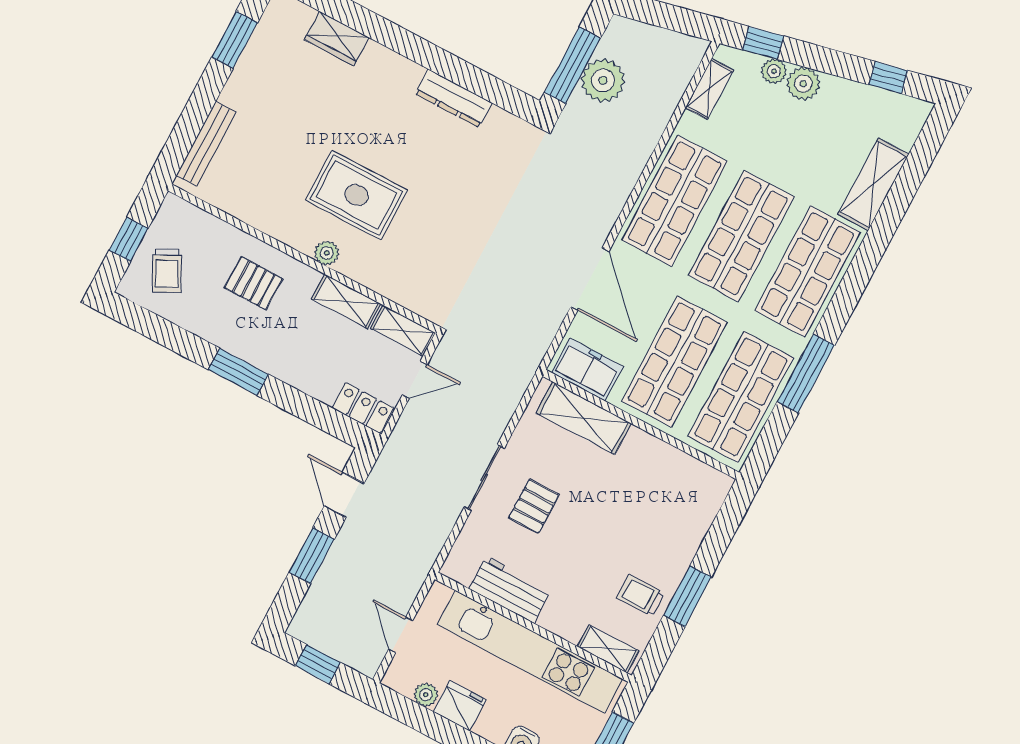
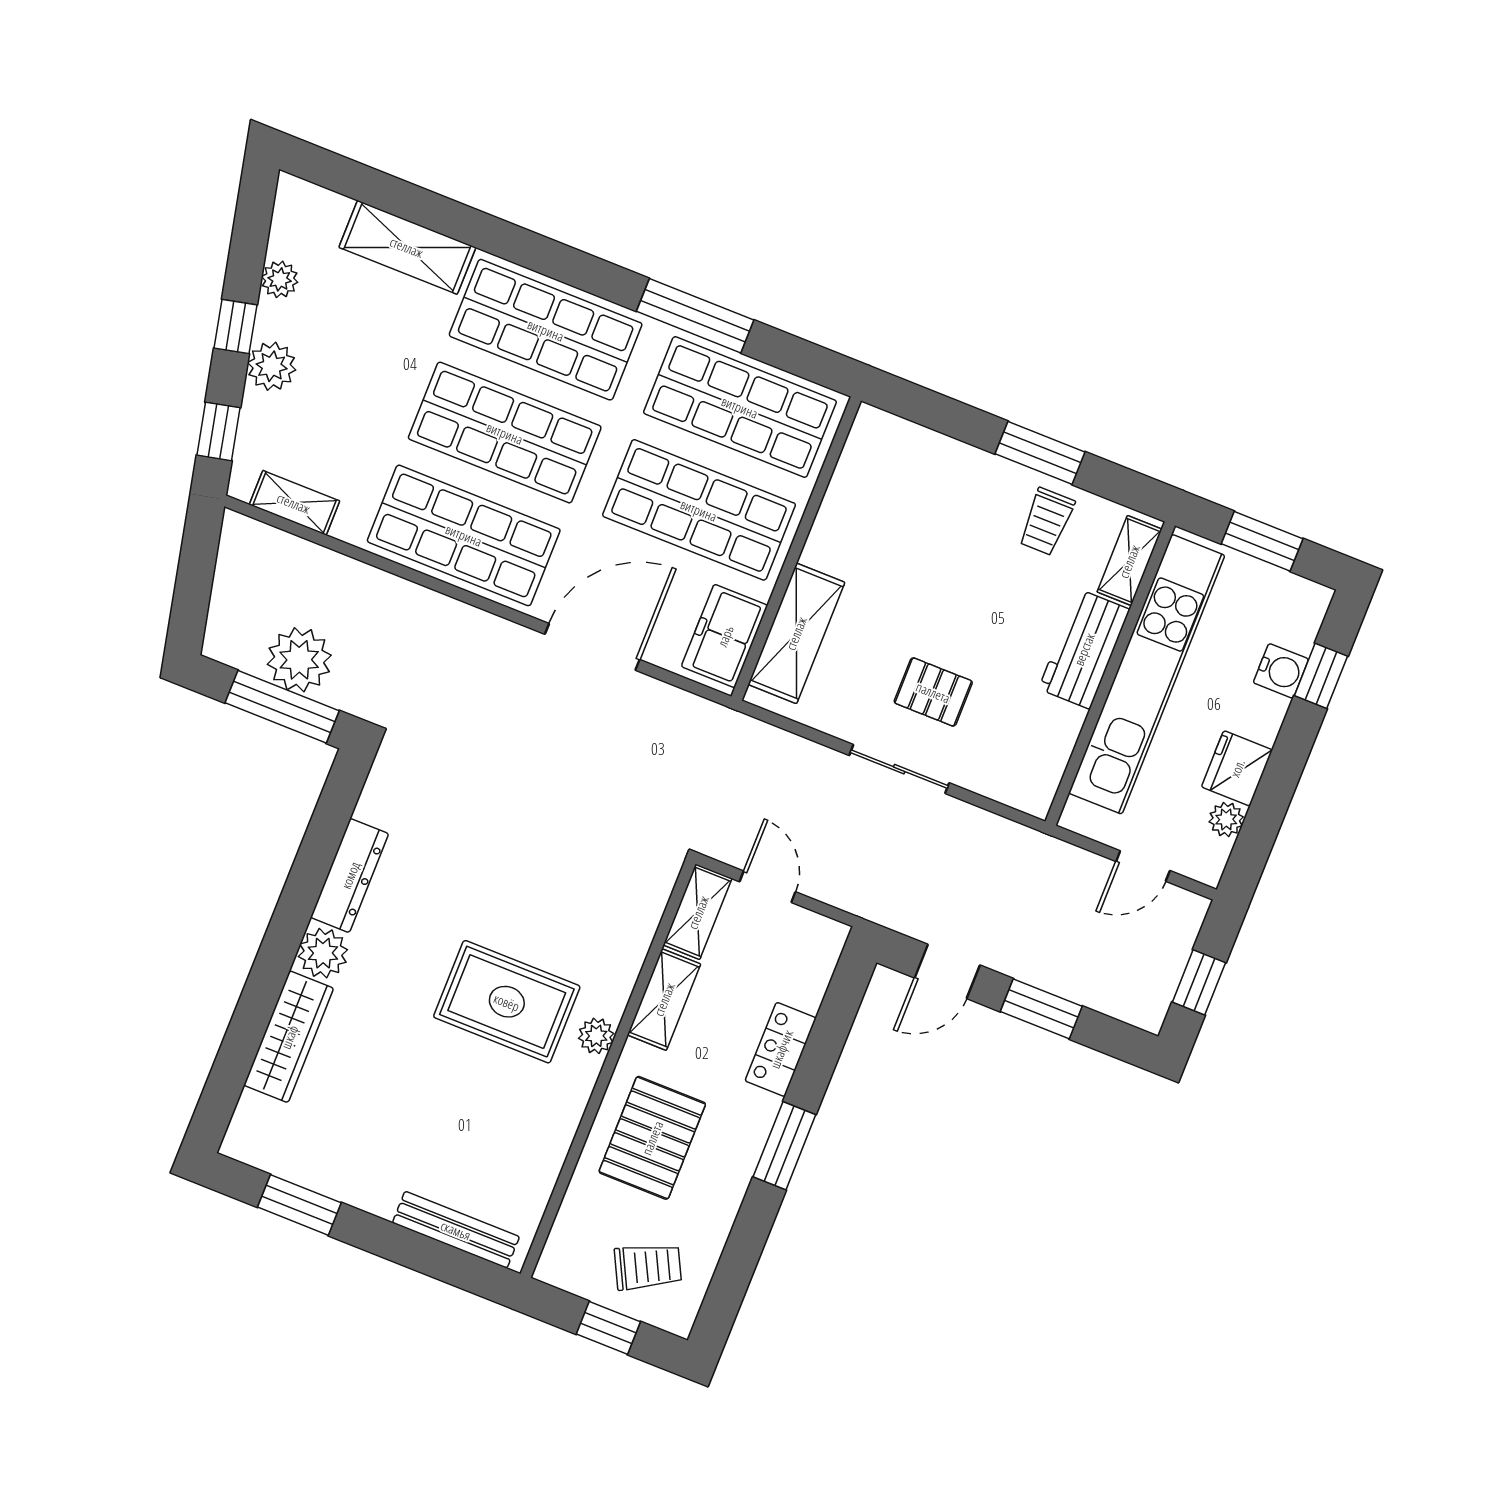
wardrobe: (337, 39) -> (289, 1037), width x1.50
plant: (774, 71) -> (280, 279), moved
plant: (403, 75) -> (323, 953), added
window: (888, 78) -> (236, 327), moved
rug: (356, 195) -> (507, 1002), turned 90
pallet: (254, 283) -> (652, 1138), width x1.50, depth x1.42
locker: (363, 408) -> (781, 1049), moved
workbench: (510, 589) -> (1084, 649), moved

